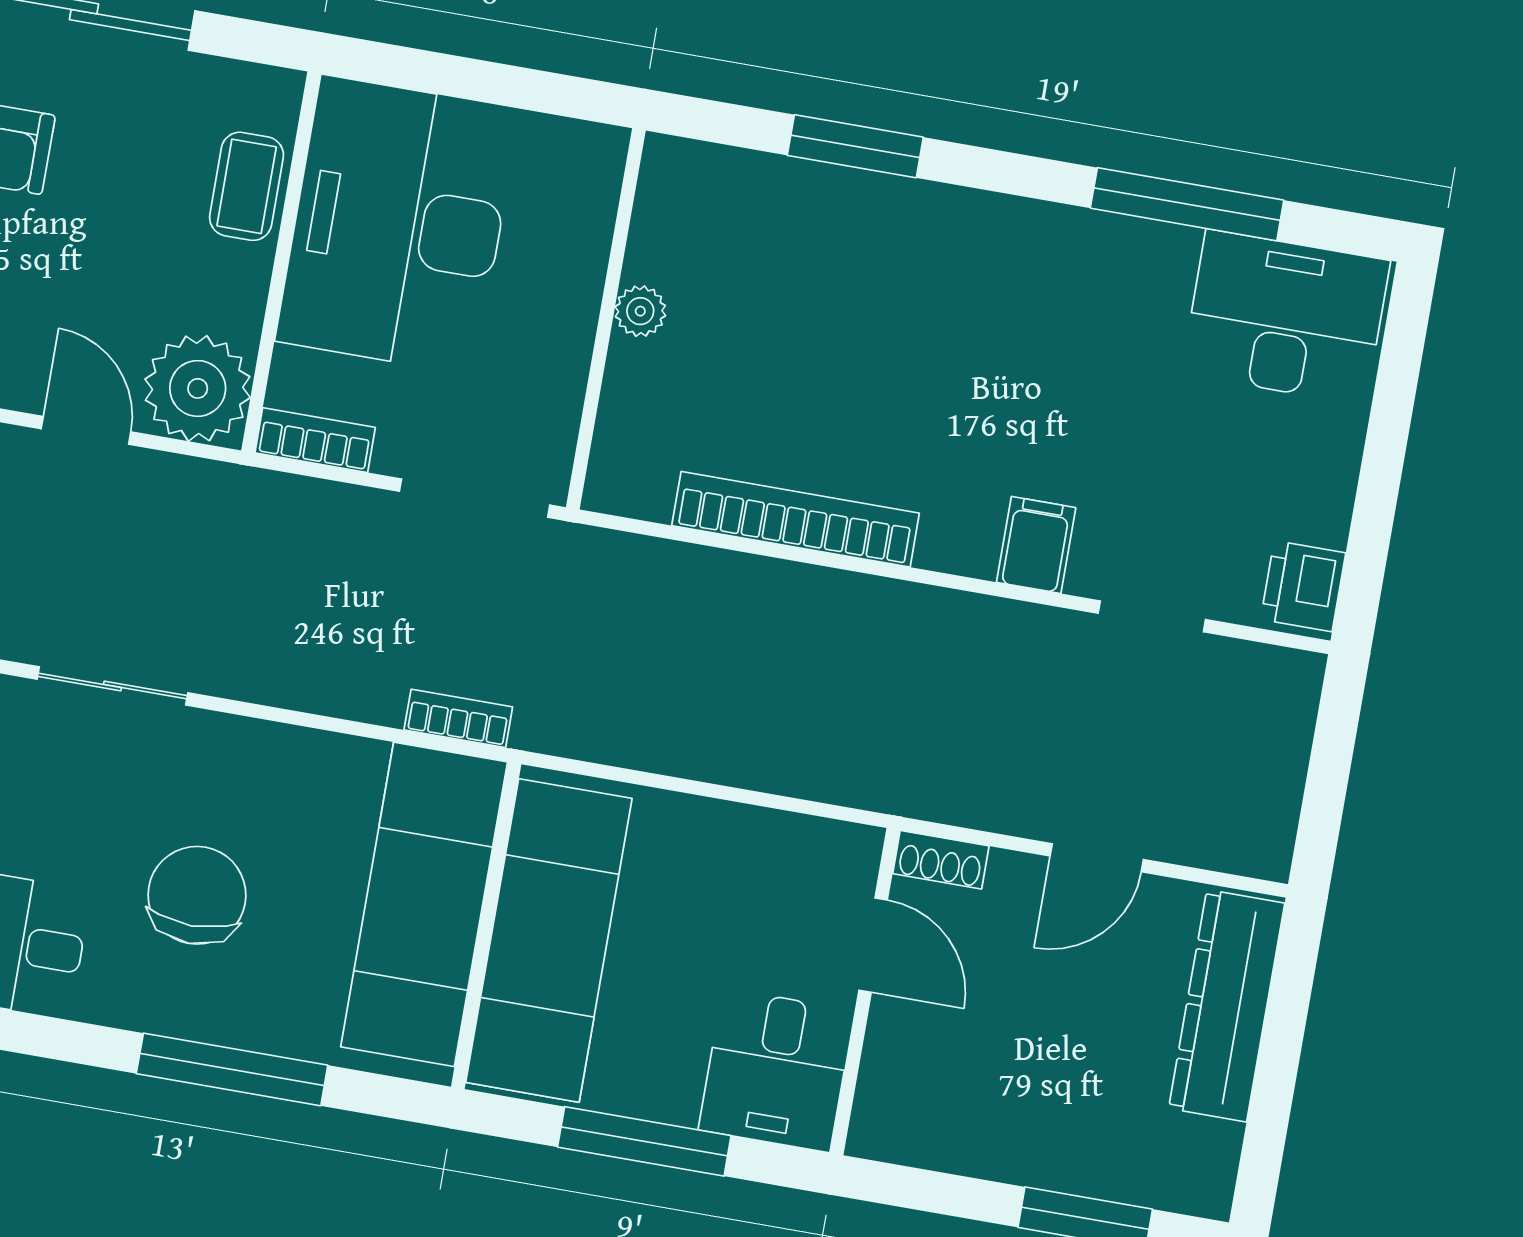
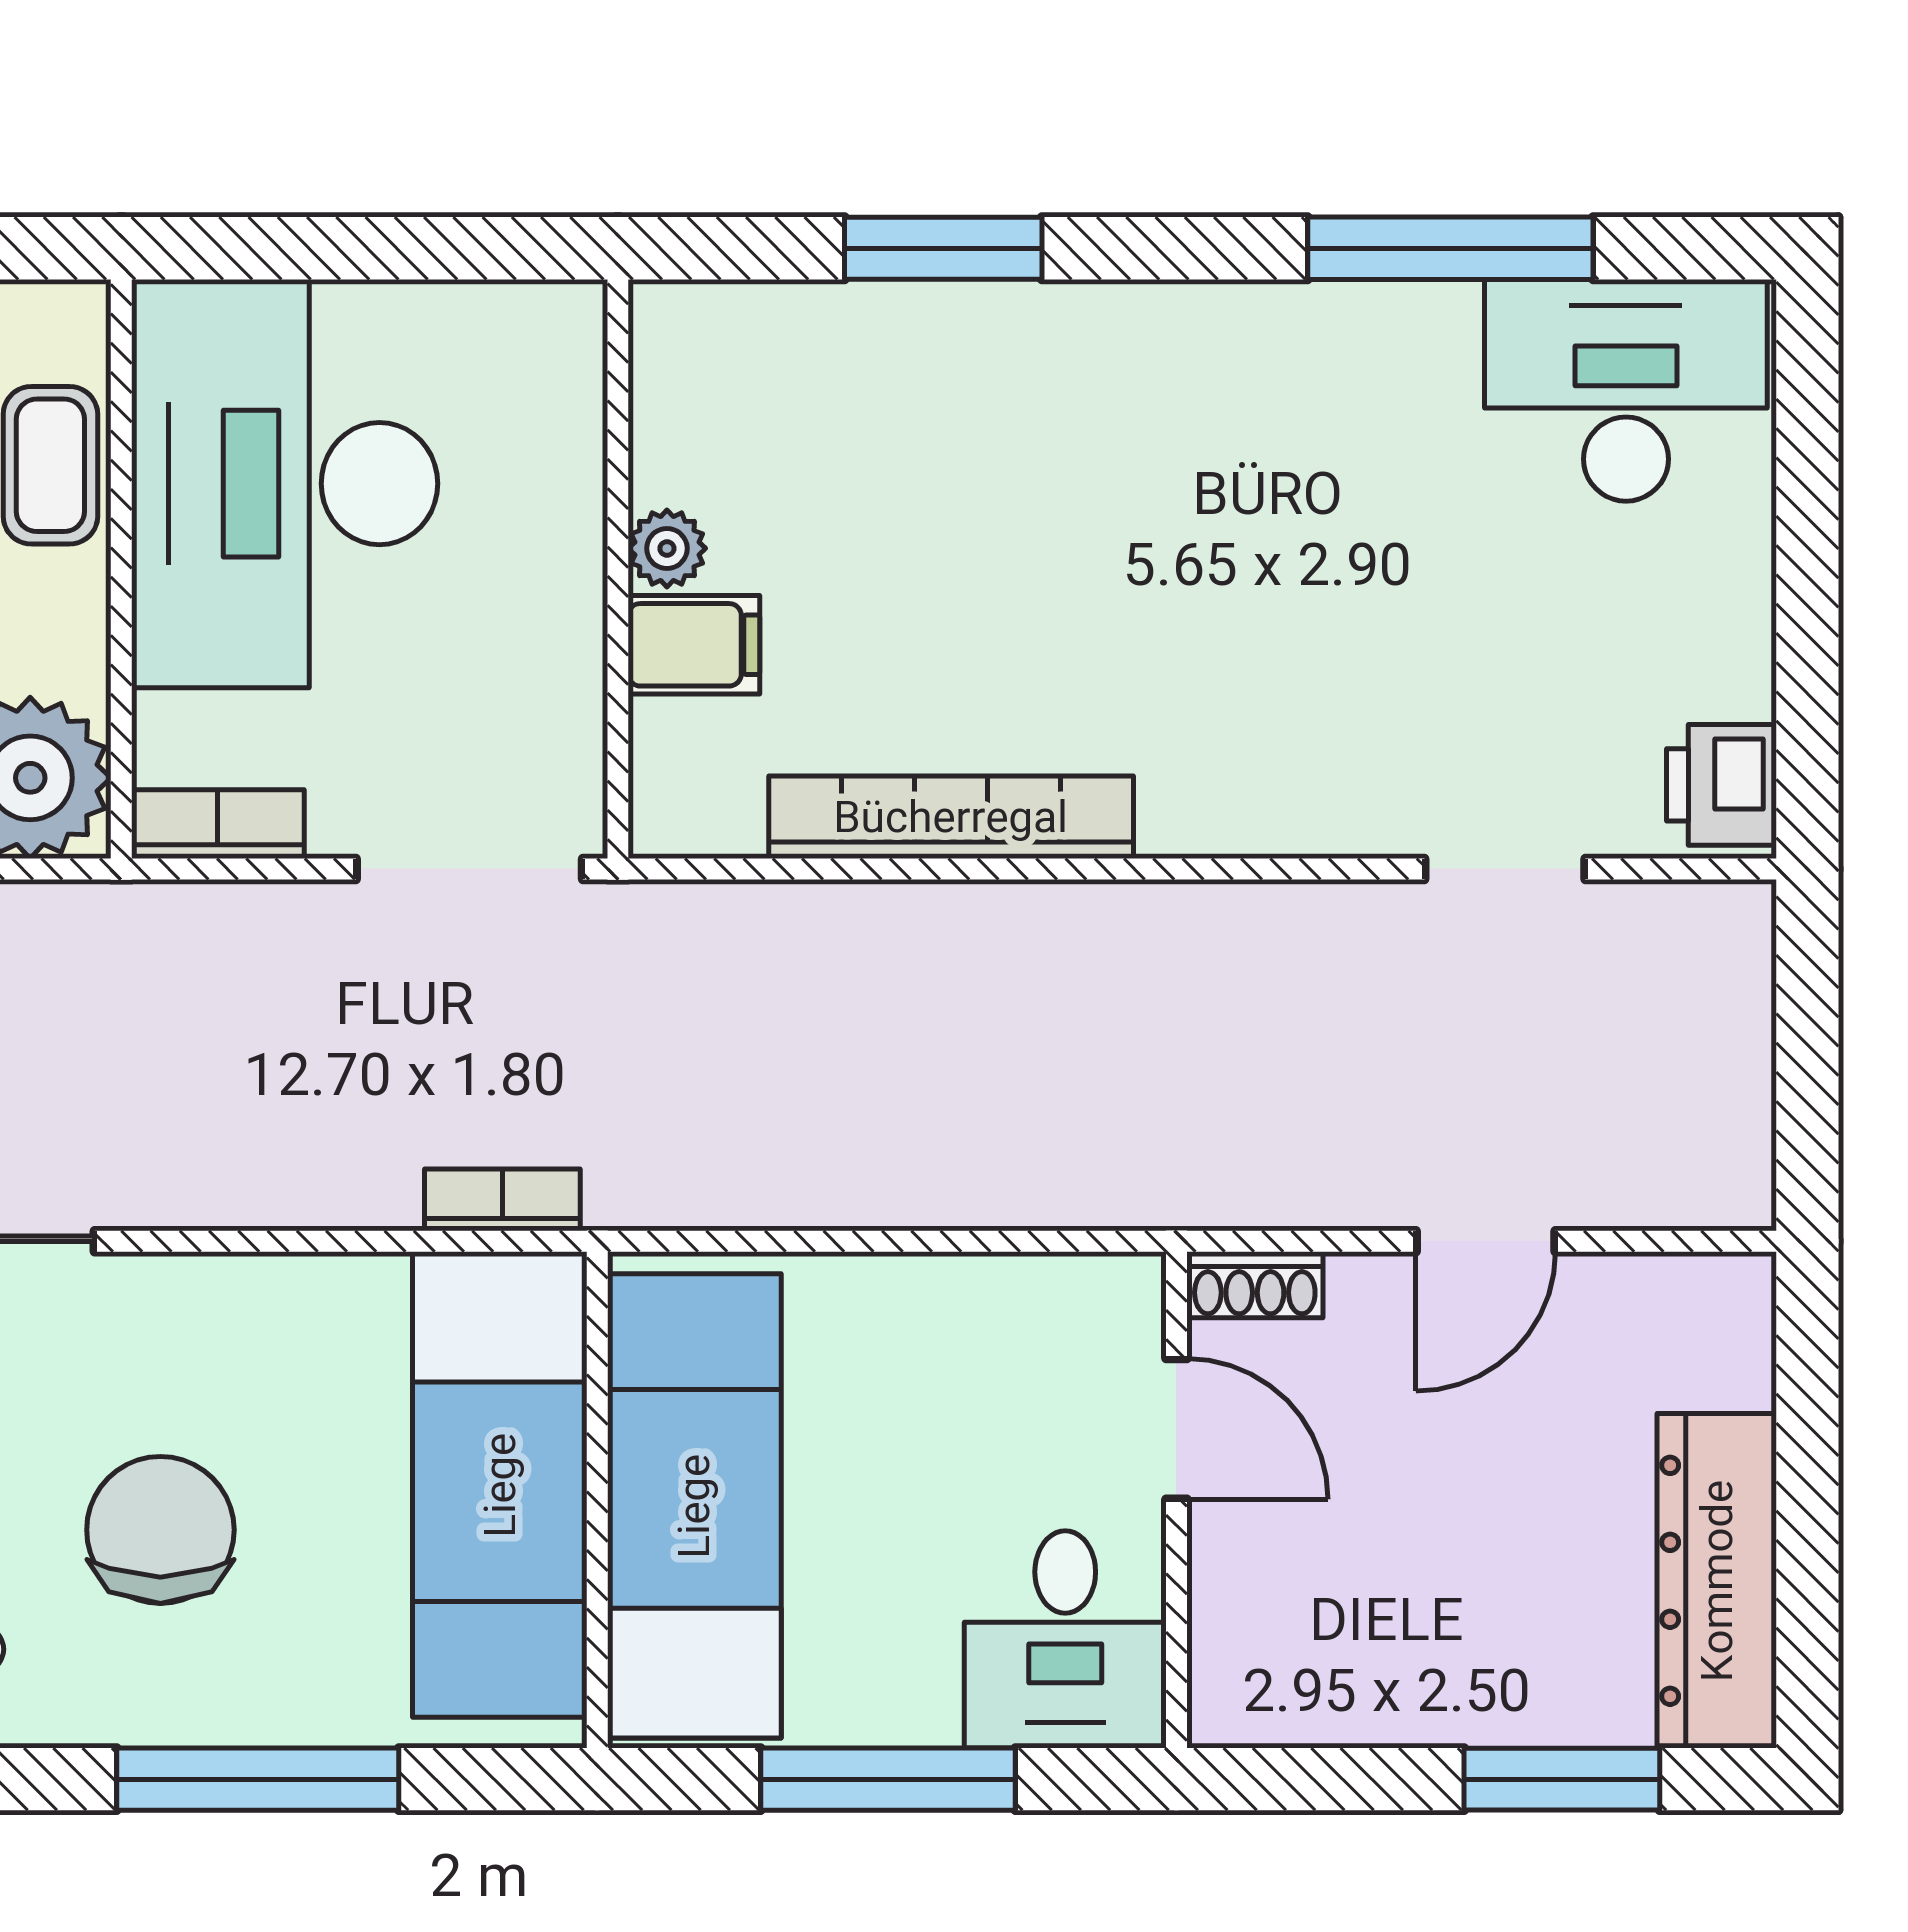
filing cabinet: (1036, 545) -> (694, 645), moved, turned 90
dresser: (1227, 1006) -> (1717, 1581), moved

